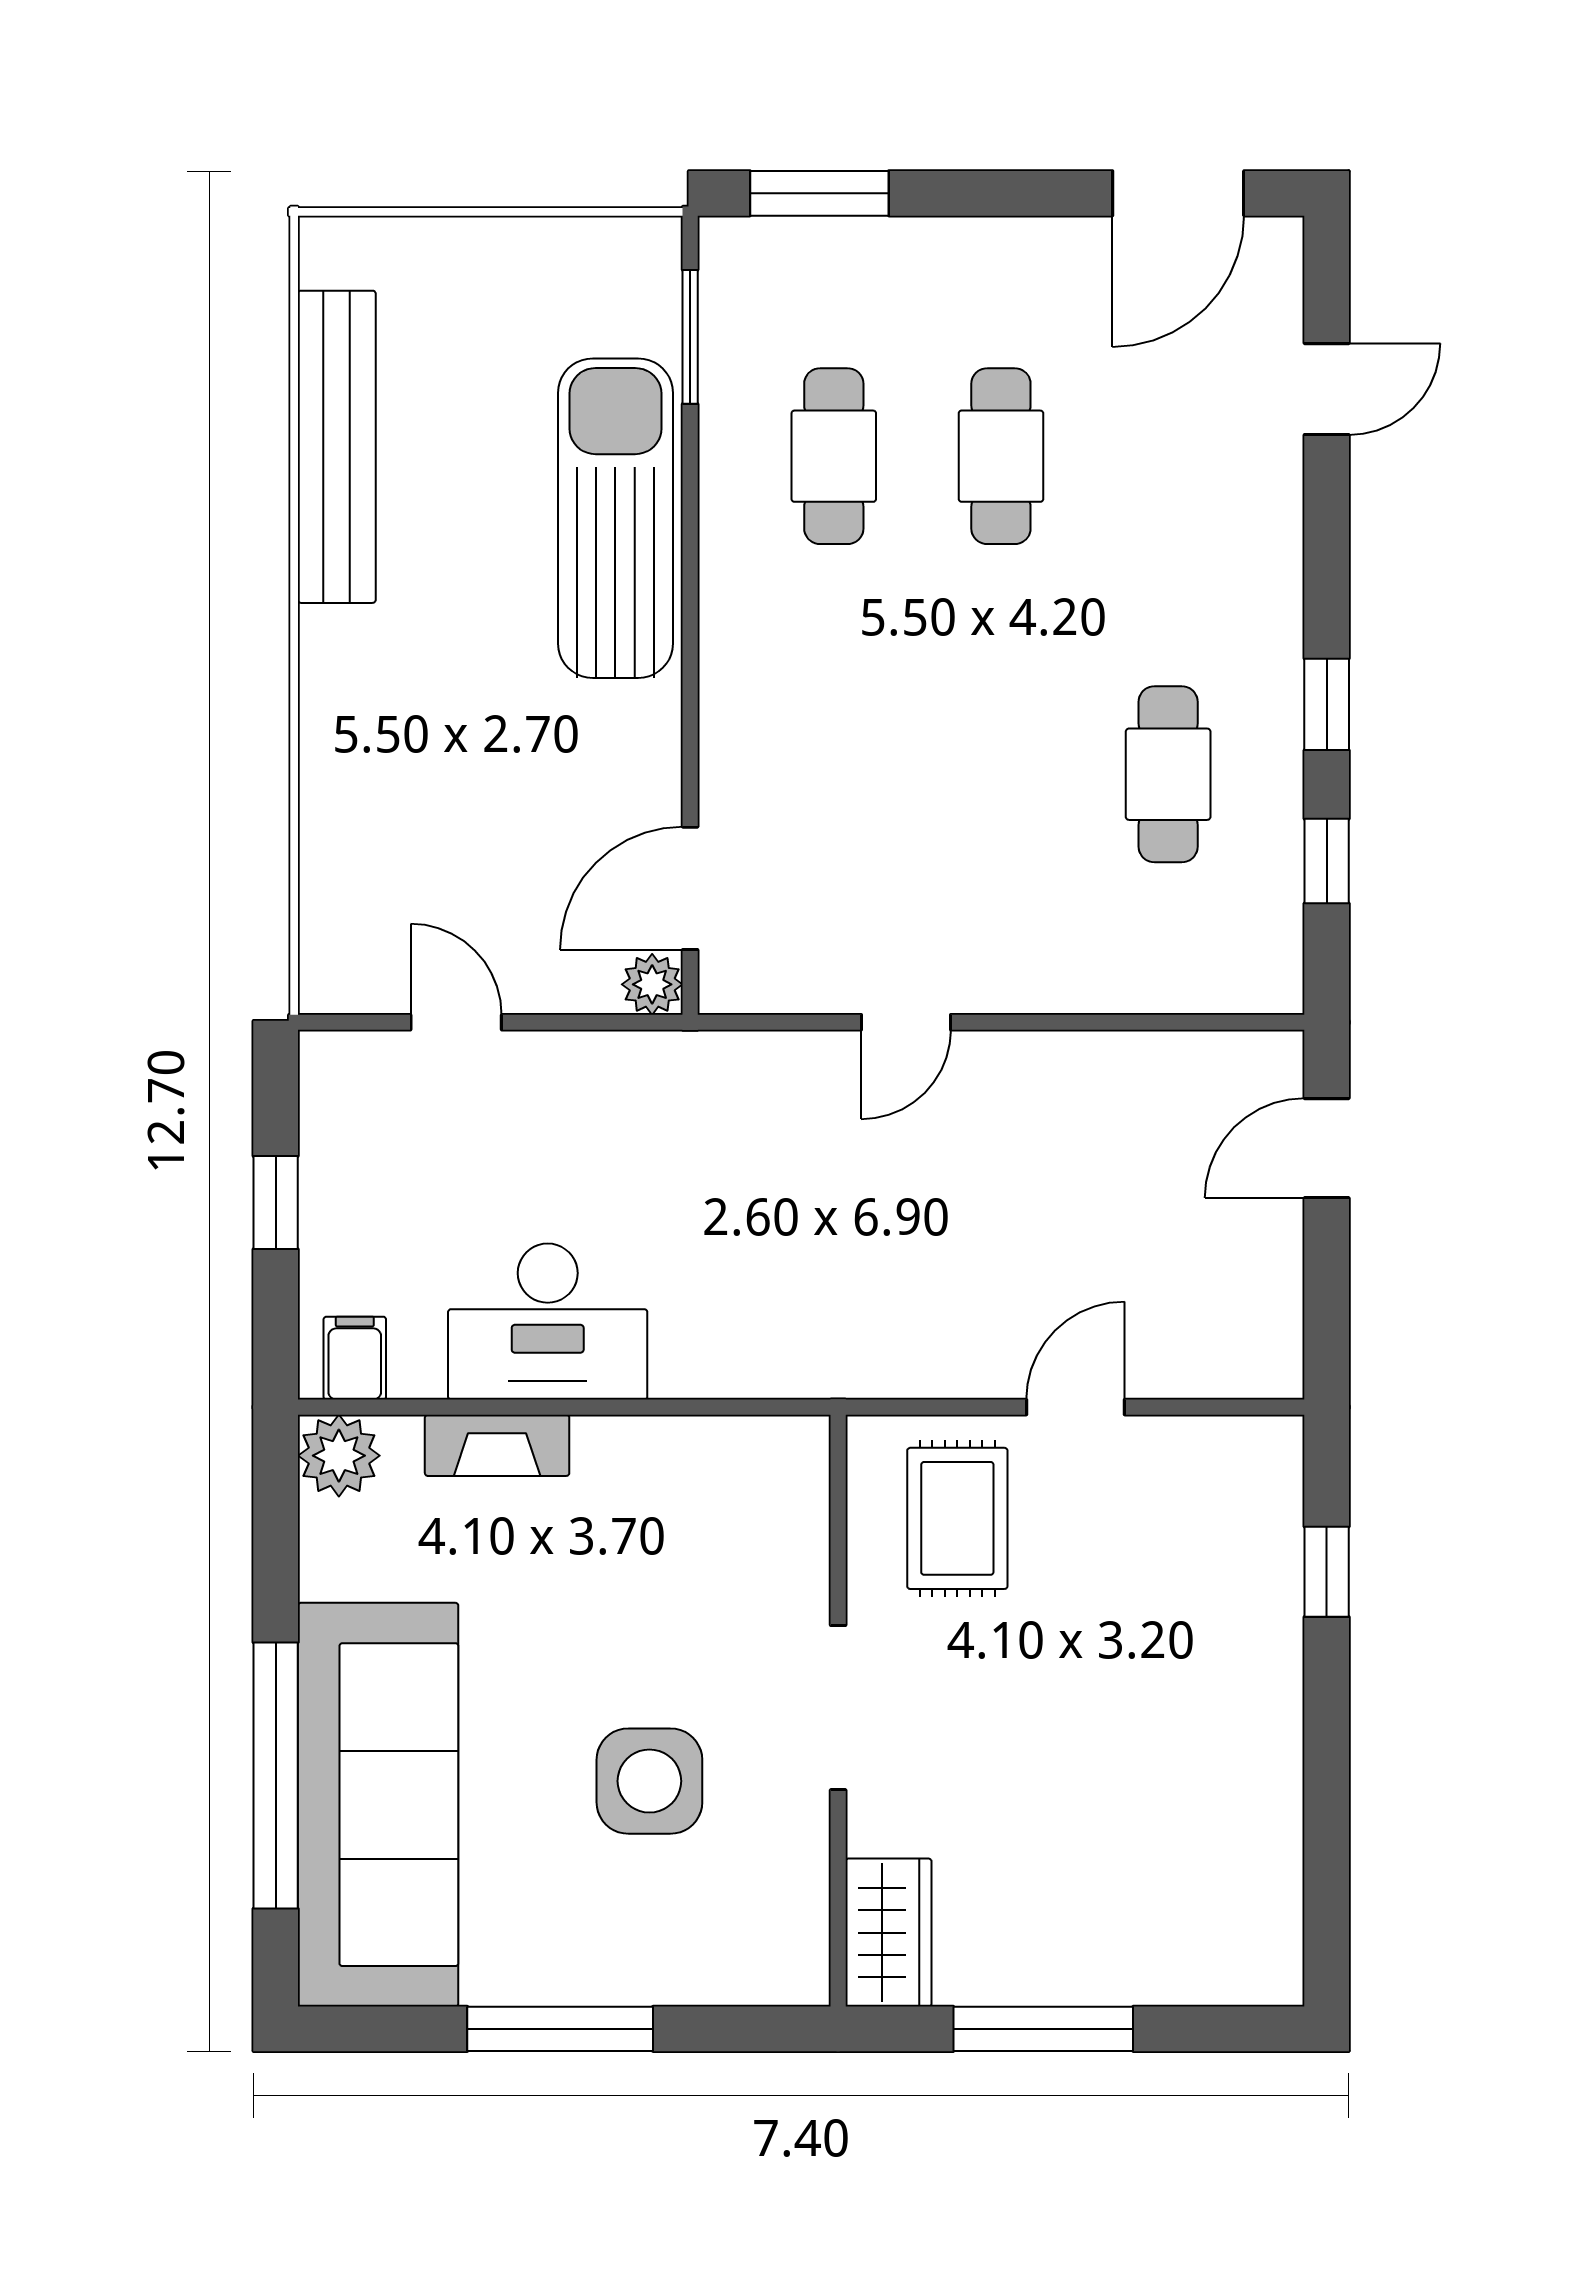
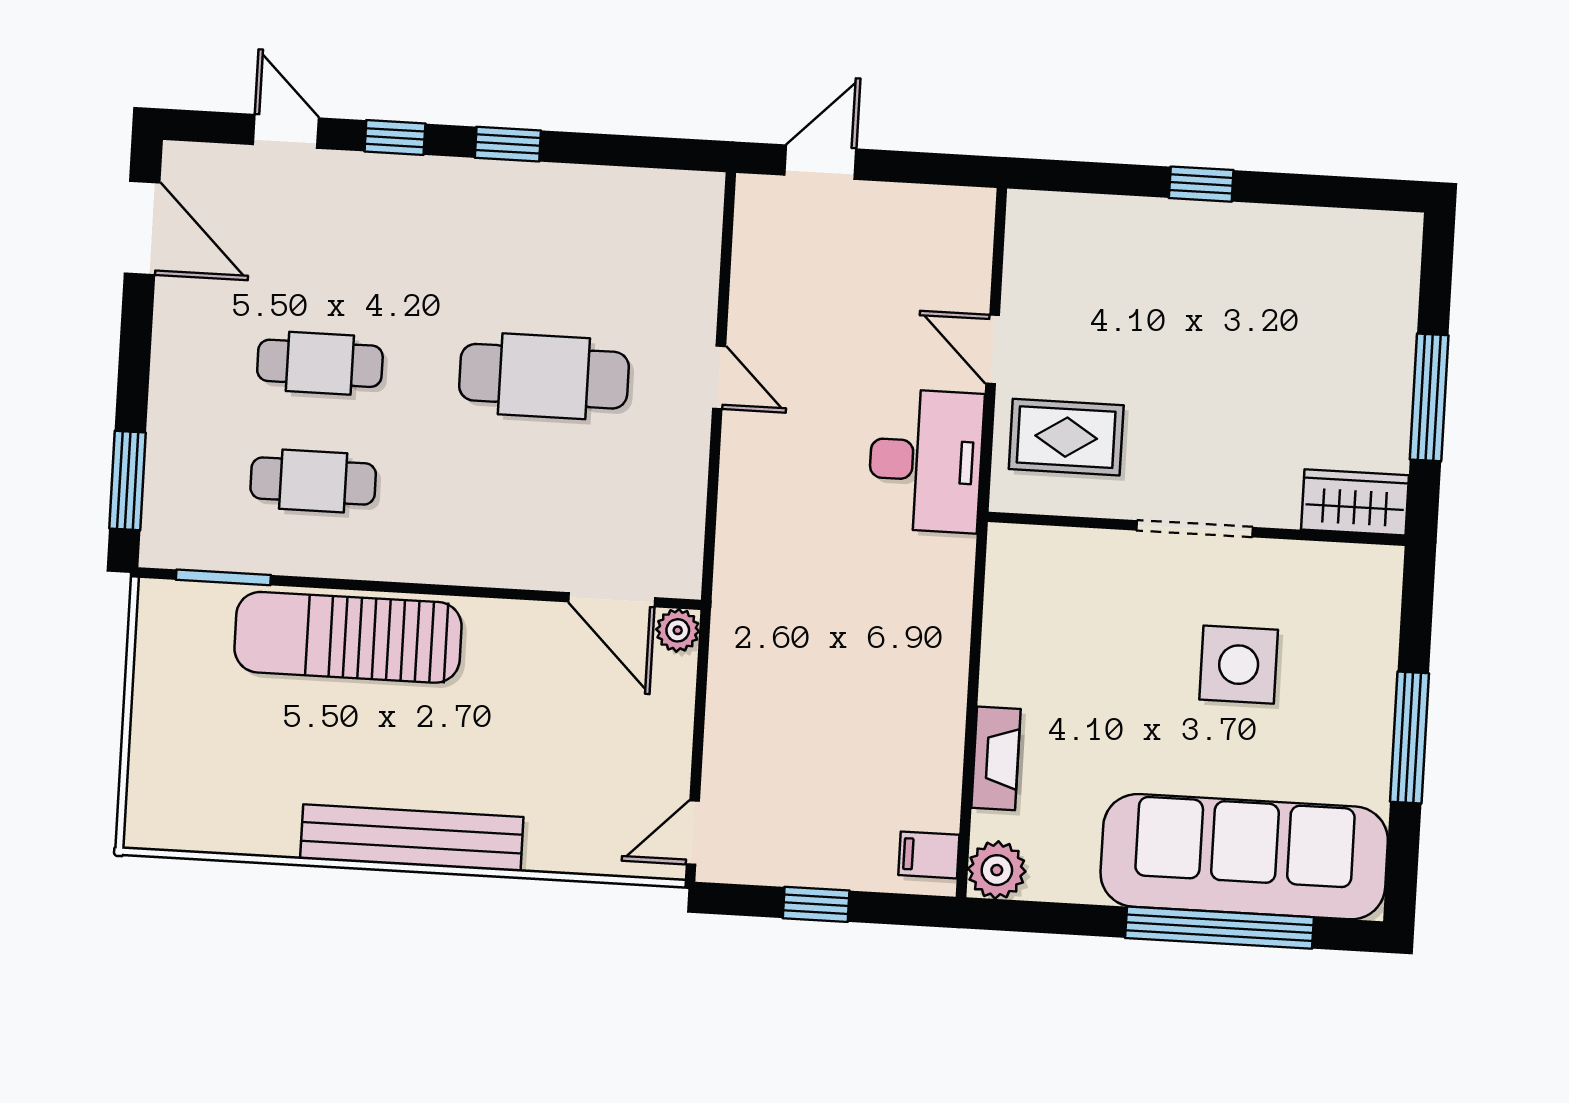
bench: (337, 447) -> (412, 838), moved
cafe table: (1168, 774) -> (544, 376), moved, width x1.37, depth x1.35
window: (1327, 861) -> (395, 138), moved
door: (456, 1022) -> (693, 833), moved
door: (906, 1022) -> (719, 377), moved
door: (1327, 1148) -> (820, 162), swing flipped
desk: (548, 1322) -> (926, 461), moved
window: (1327, 1572) -> (1201, 184), moved

